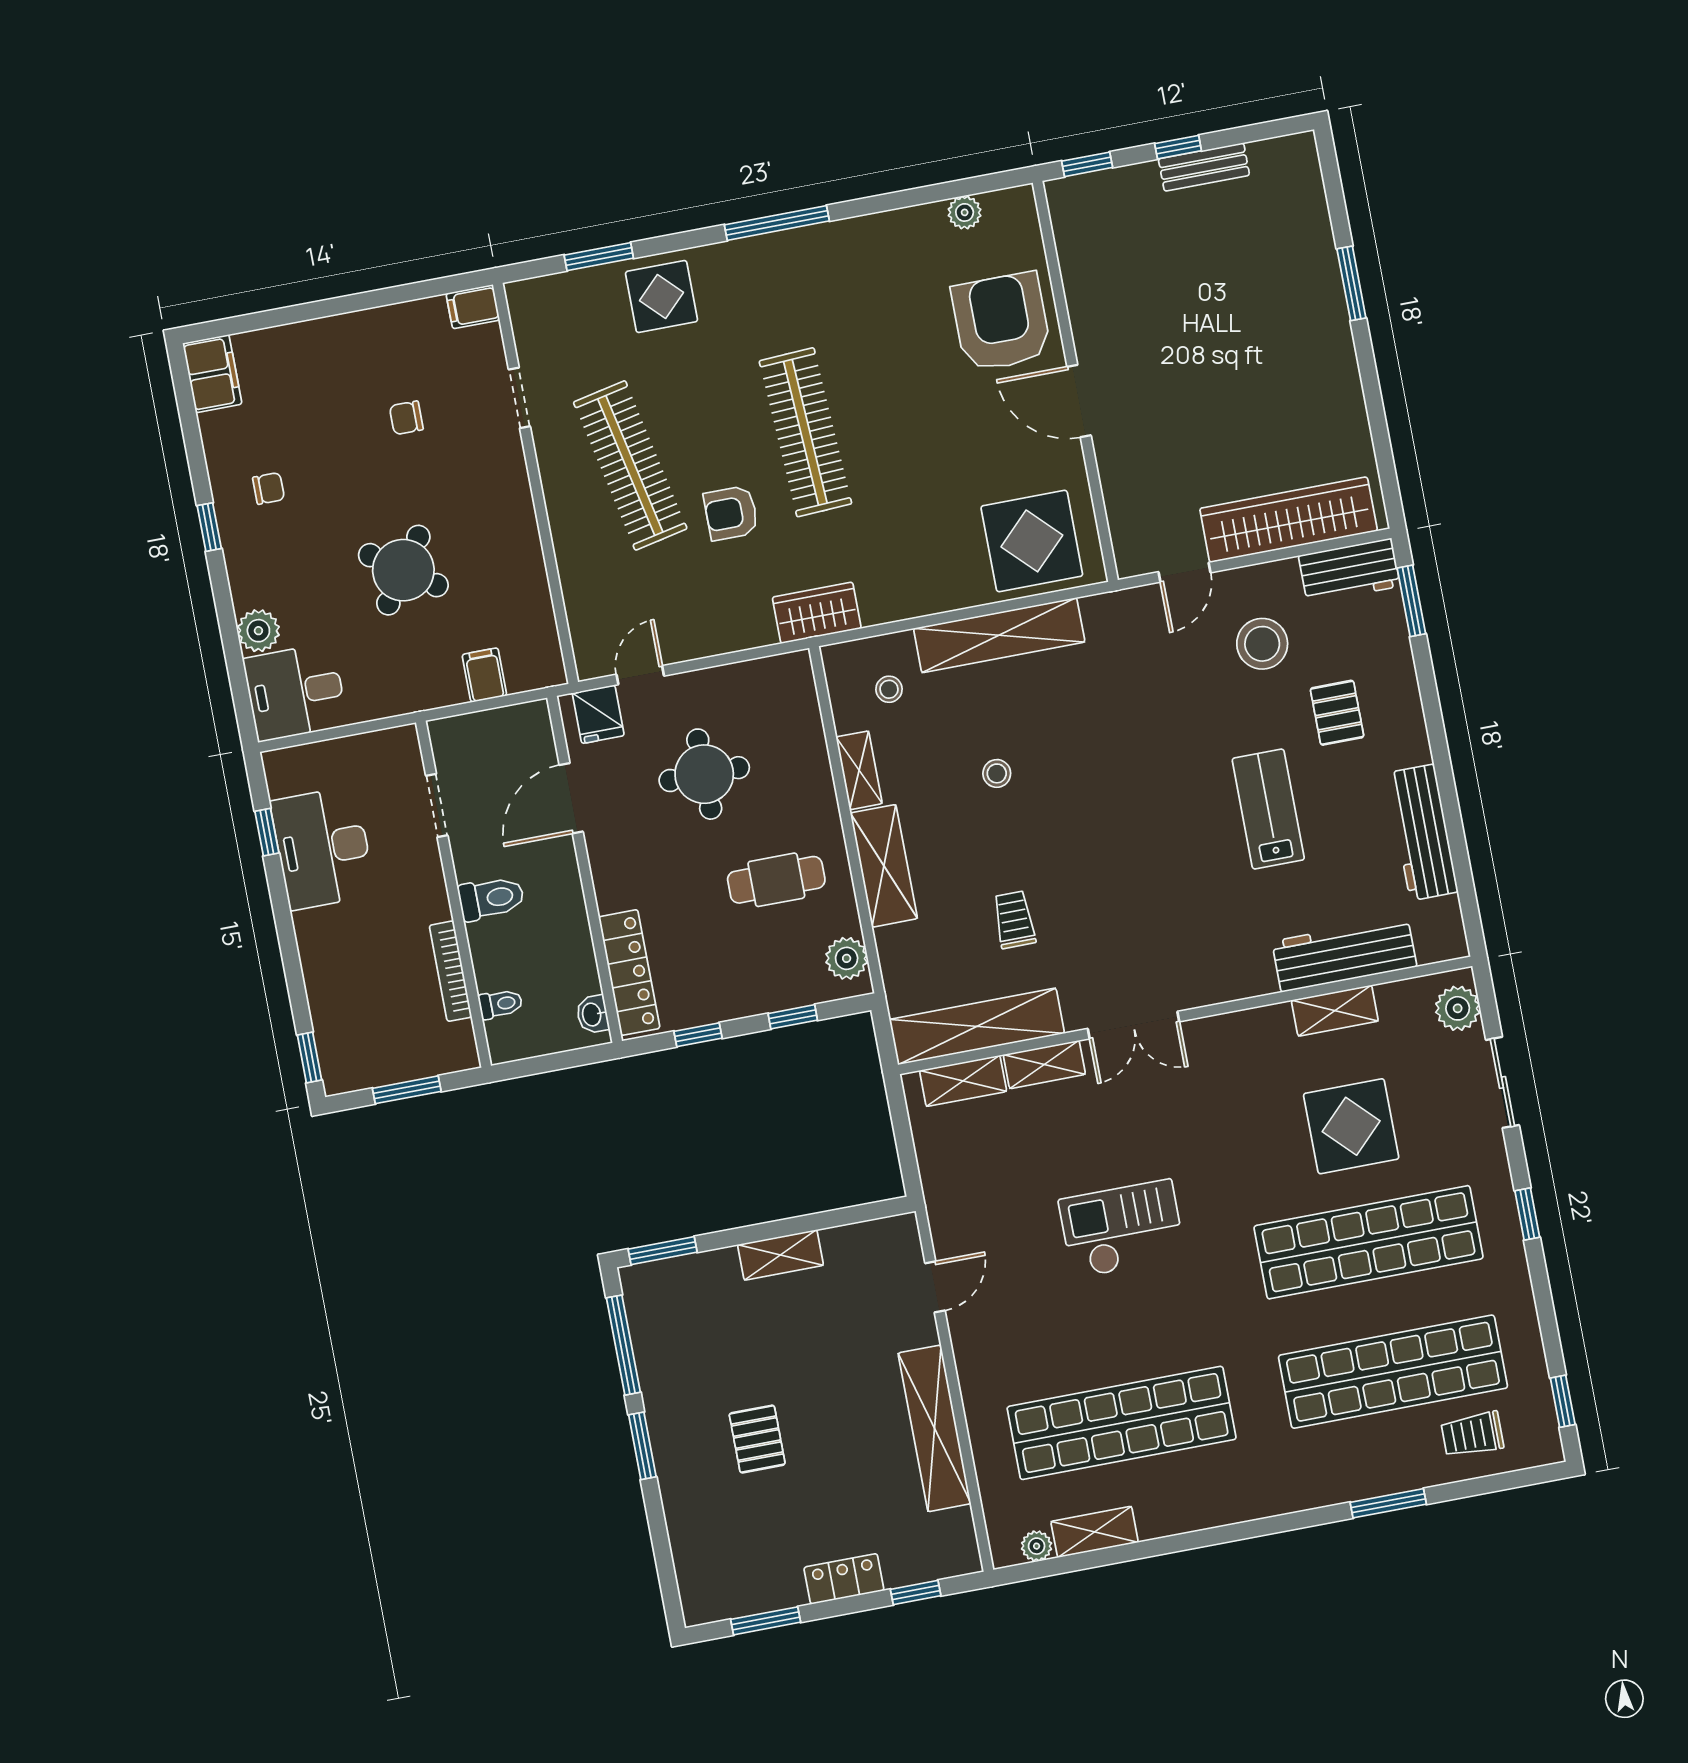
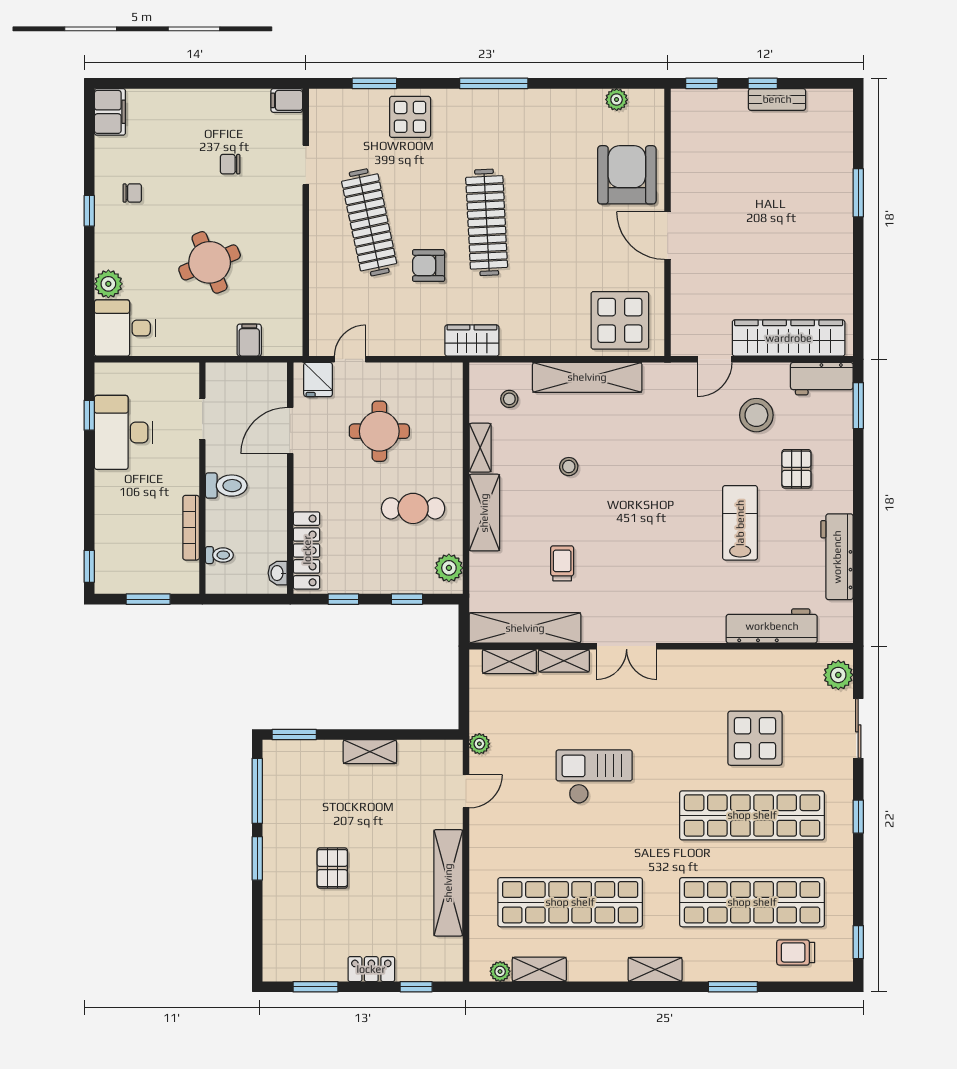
round table: (403, 570) -> (210, 262), turned 33
shelving: (1335, 1011) -> (655, 969), moved
plant: (942, 1212) -> (479, 744), added

